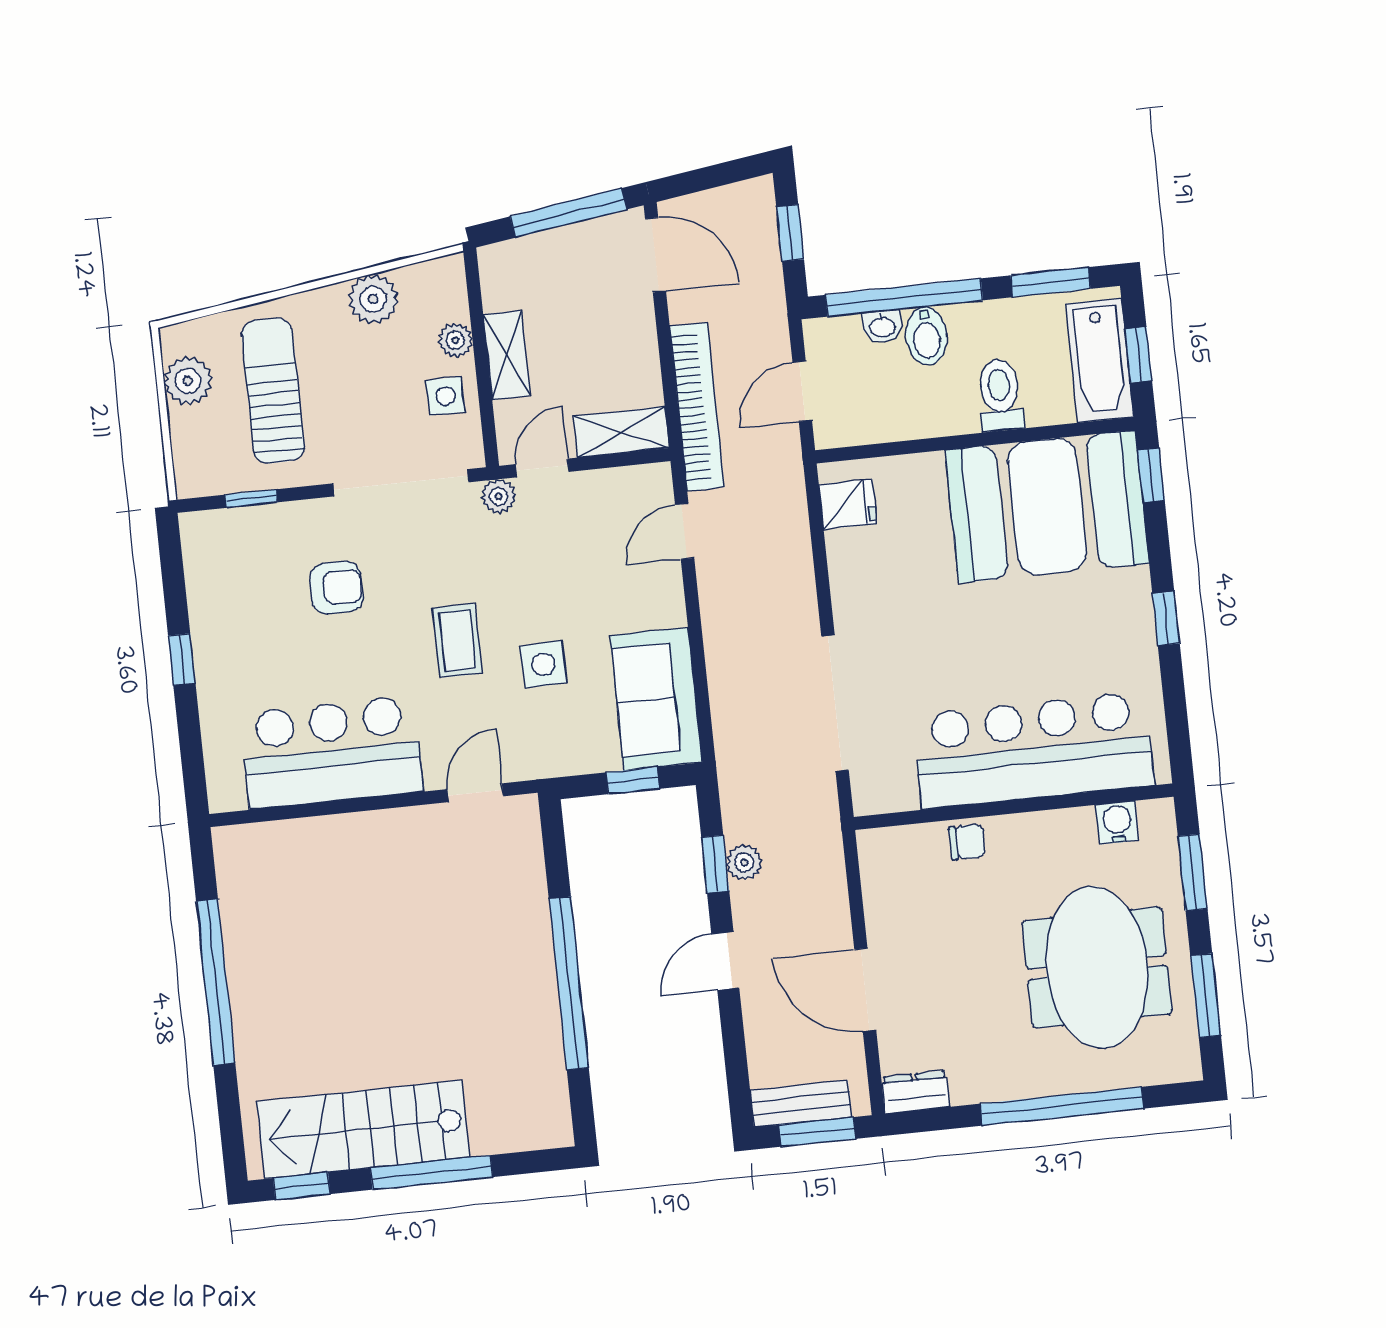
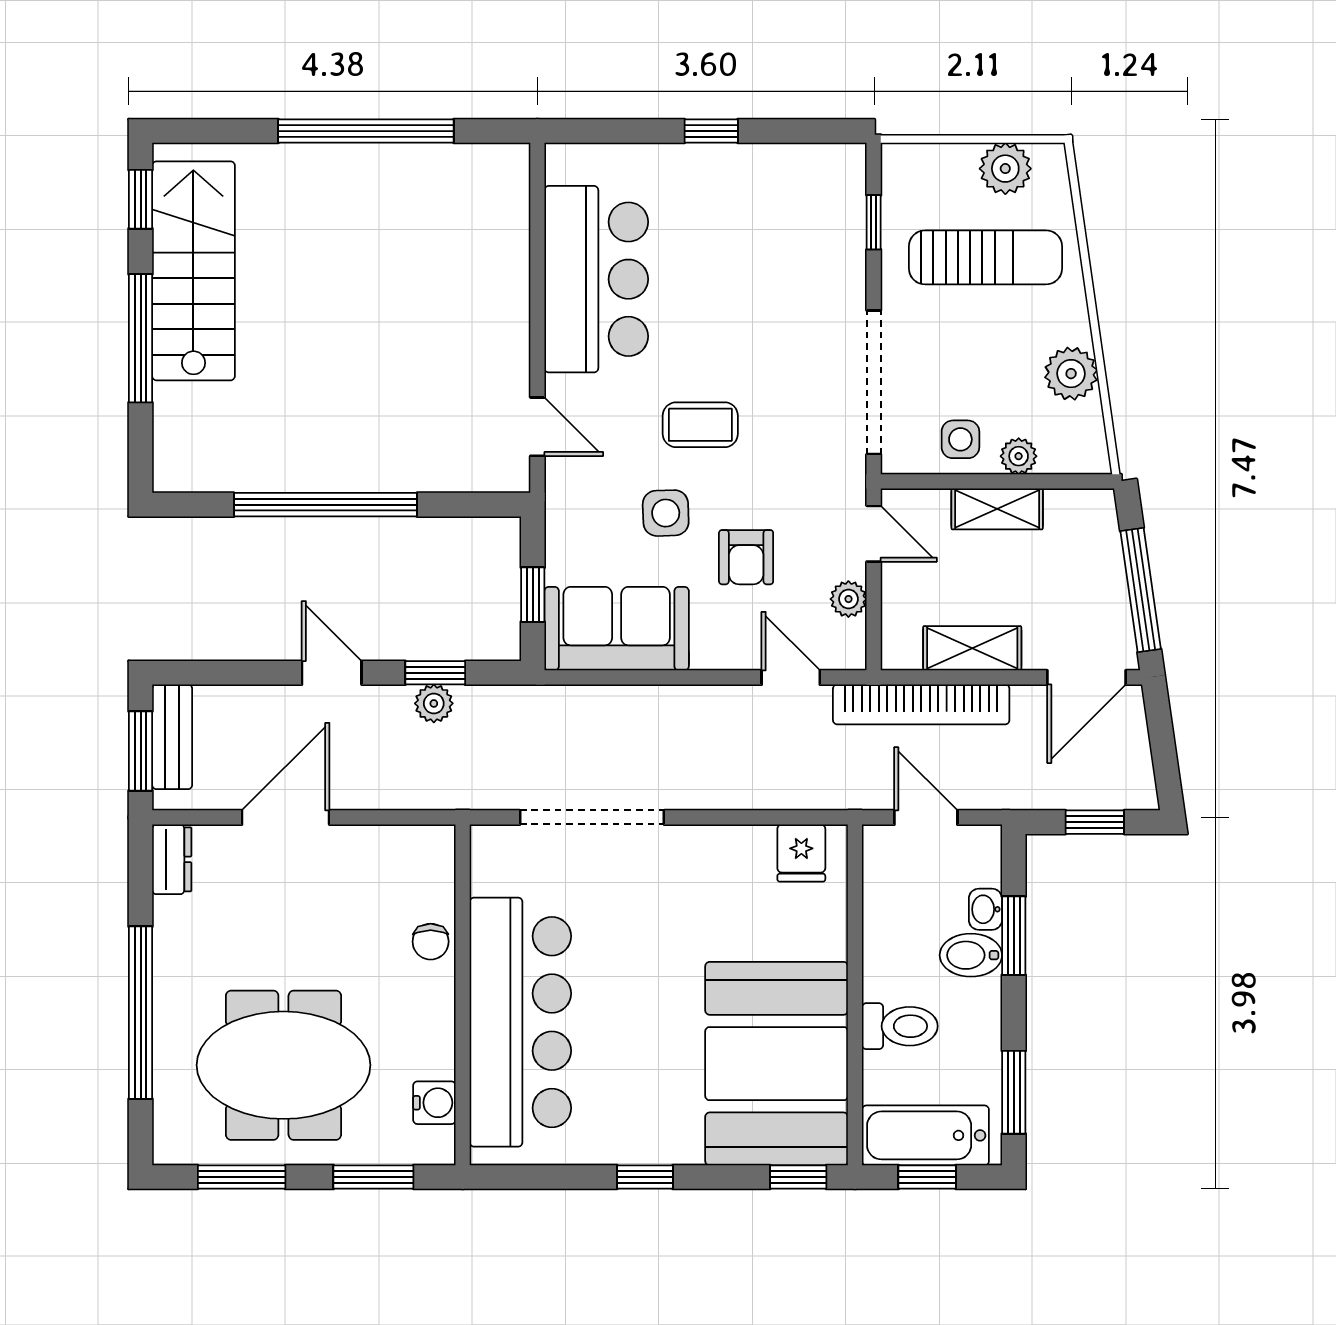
window: (904, 298) -> (1014, 936), width x0.47
shelving: (621, 432) -> (972, 648), moved, turned 90
plant: (499, 496) -> (848, 599), moved
armchair: (336, 588) -> (746, 557), moved

